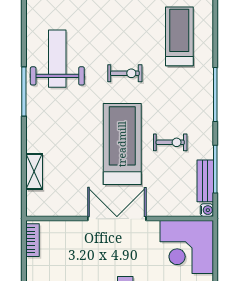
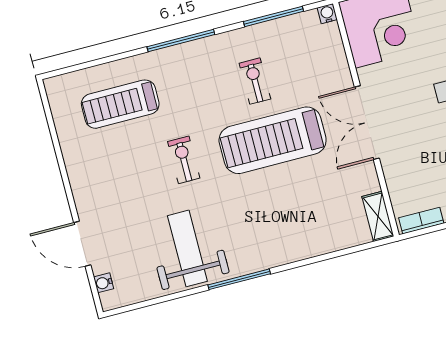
weight bench: (57, 59) -> (187, 248), turned 90
shelving: (34, 172) -> (378, 216), moved, turned 90
bench: (205, 181) -> (291, 25), removed

